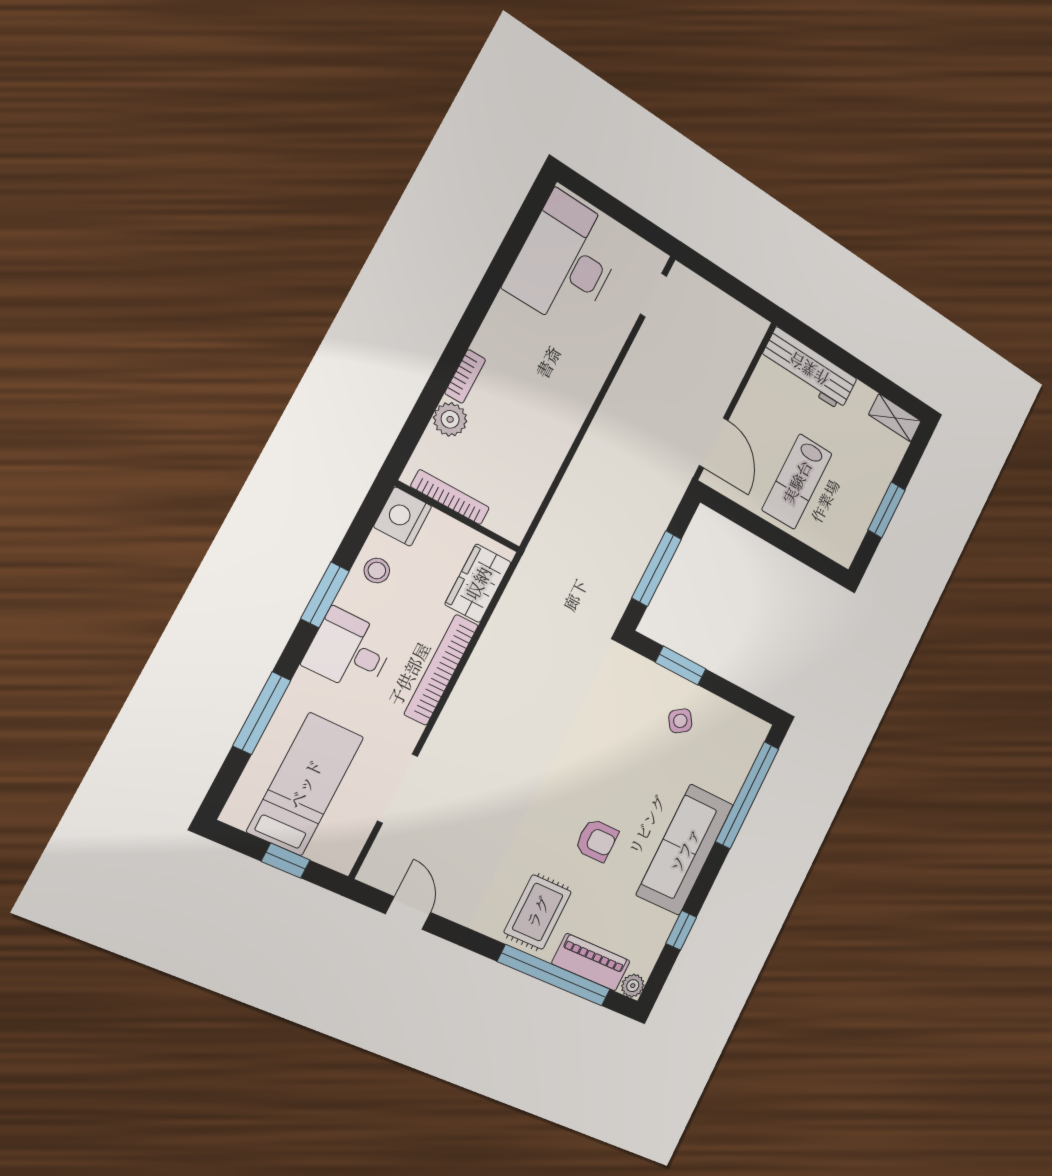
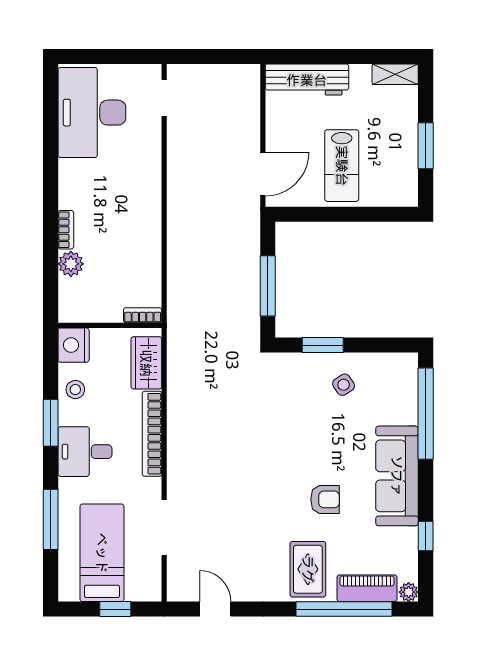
door: (714, 443) -> (263, 174), hinge flipped
bookcase: (450, 497) -> (143, 315), moved, width x0.64

